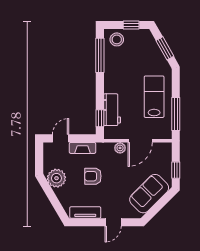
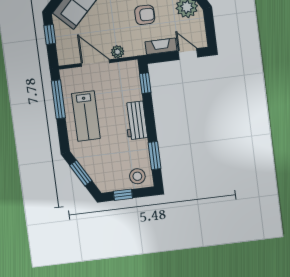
window: (100, 55) -> (155, 156), width x0.69
workbench: (112, 110) -> (136, 120), moved
door: (61, 138) -> (188, 54), swing flipped
door: (140, 141) -> (95, 63), hinge flipped

